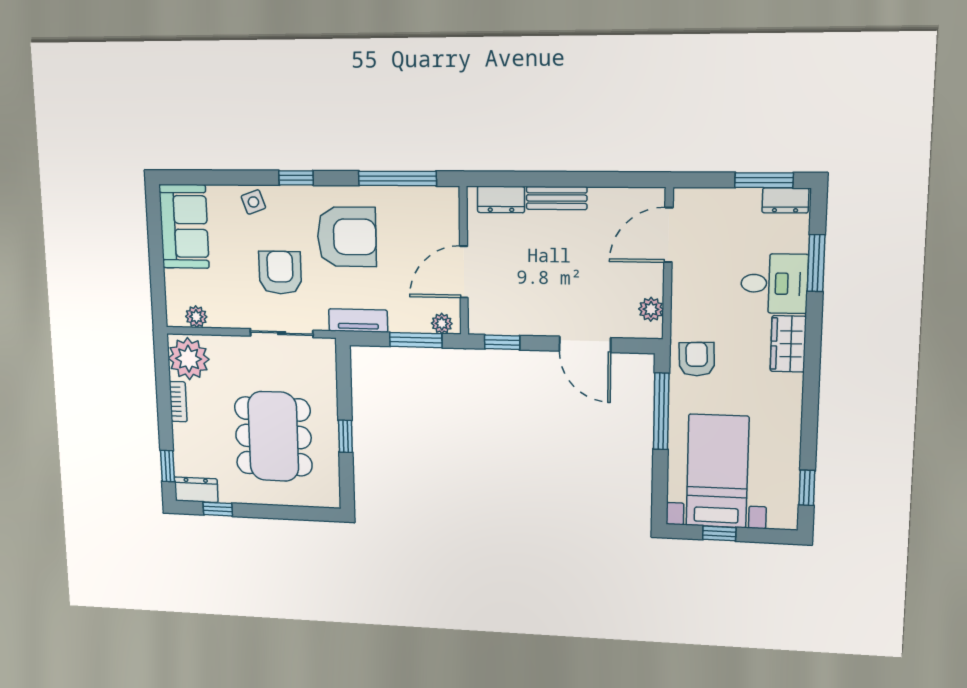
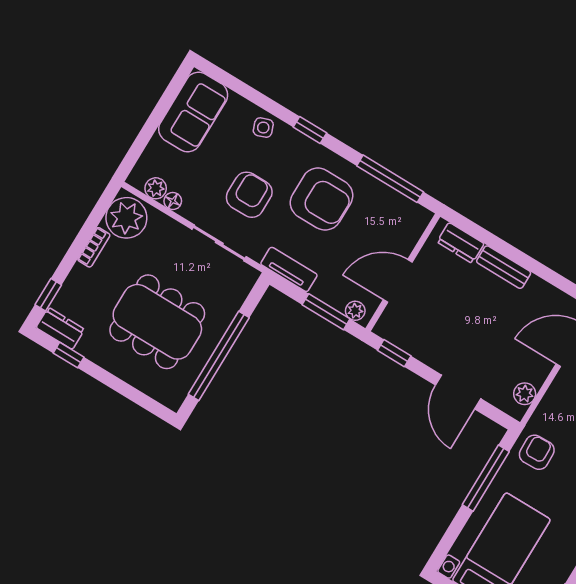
floor lamp: (218, 319) -> (173, 201), added
dining table: (273, 436) -> (157, 322), turned 90
window: (345, 436) -> (219, 356), width x3.17

